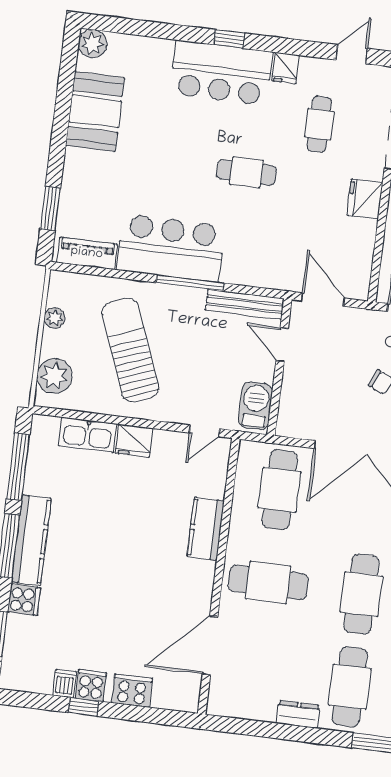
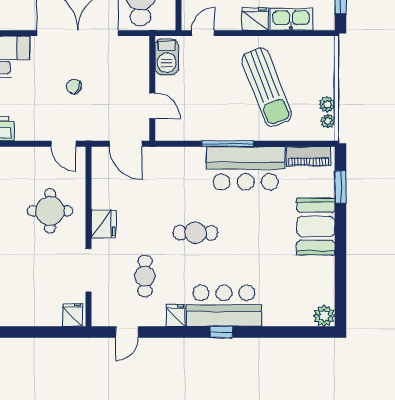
booth: (95, 111) -> (316, 226), moved
bench: (245, 304) -> (184, 133), removed
plant: (54, 376) -> (328, 121), moved, width x0.53, depth x0.53

